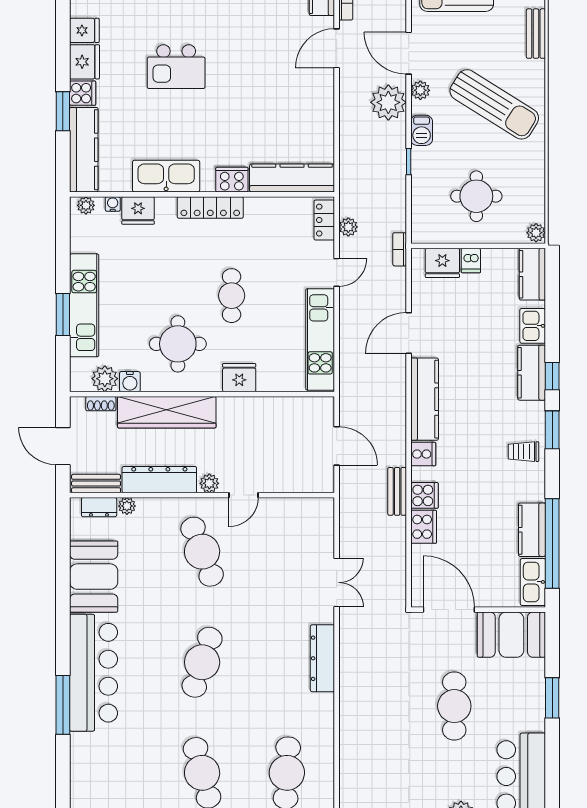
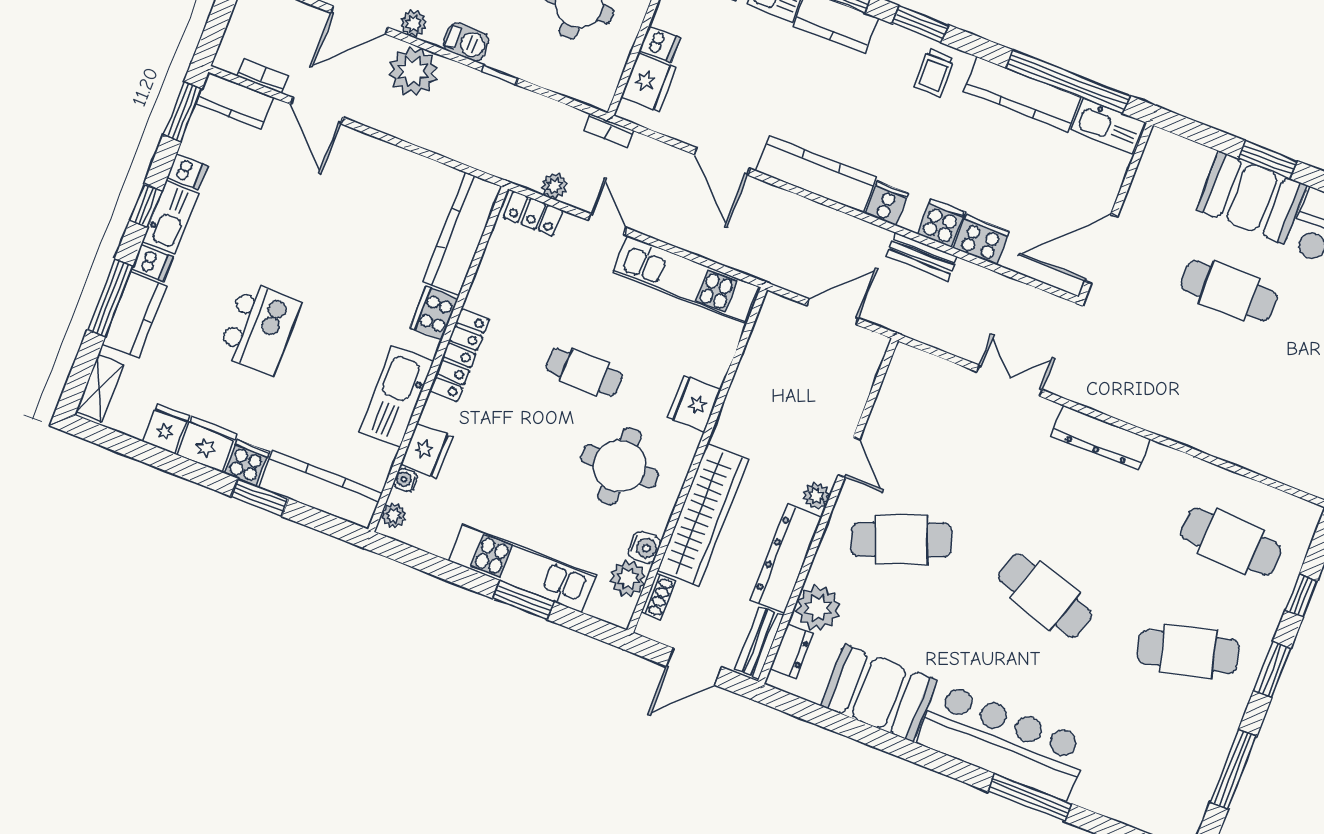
plant: (127, 506) -> (818, 608), width x1.88, depth x1.88
kitchen counter: (532, 530) -> (1022, 94), width x1.50
booth: (511, 635) -> (1252, 198), moved, turned 90

